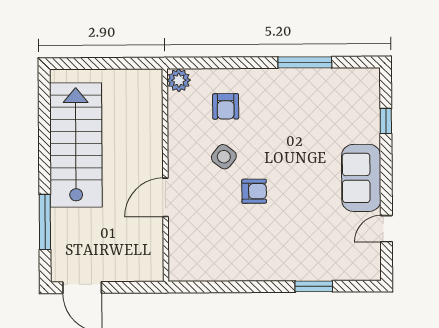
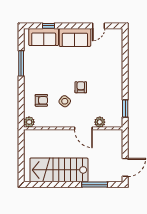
sofa: (362, 111) -> (44, 37), added
door: (386, 229) -> (99, 26), hinge flipped
plant: (179, 232) -> (100, 122), added
window: (314, 286) -> (125, 109), moved

